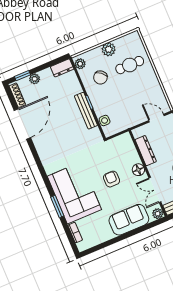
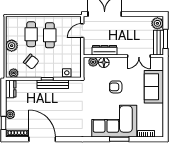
cafe table: (137, 85) -> (50, 35), added
floor lamp: (138, 170) -> (104, 62), moved
plant: (158, 214) -> (93, 62), moved

